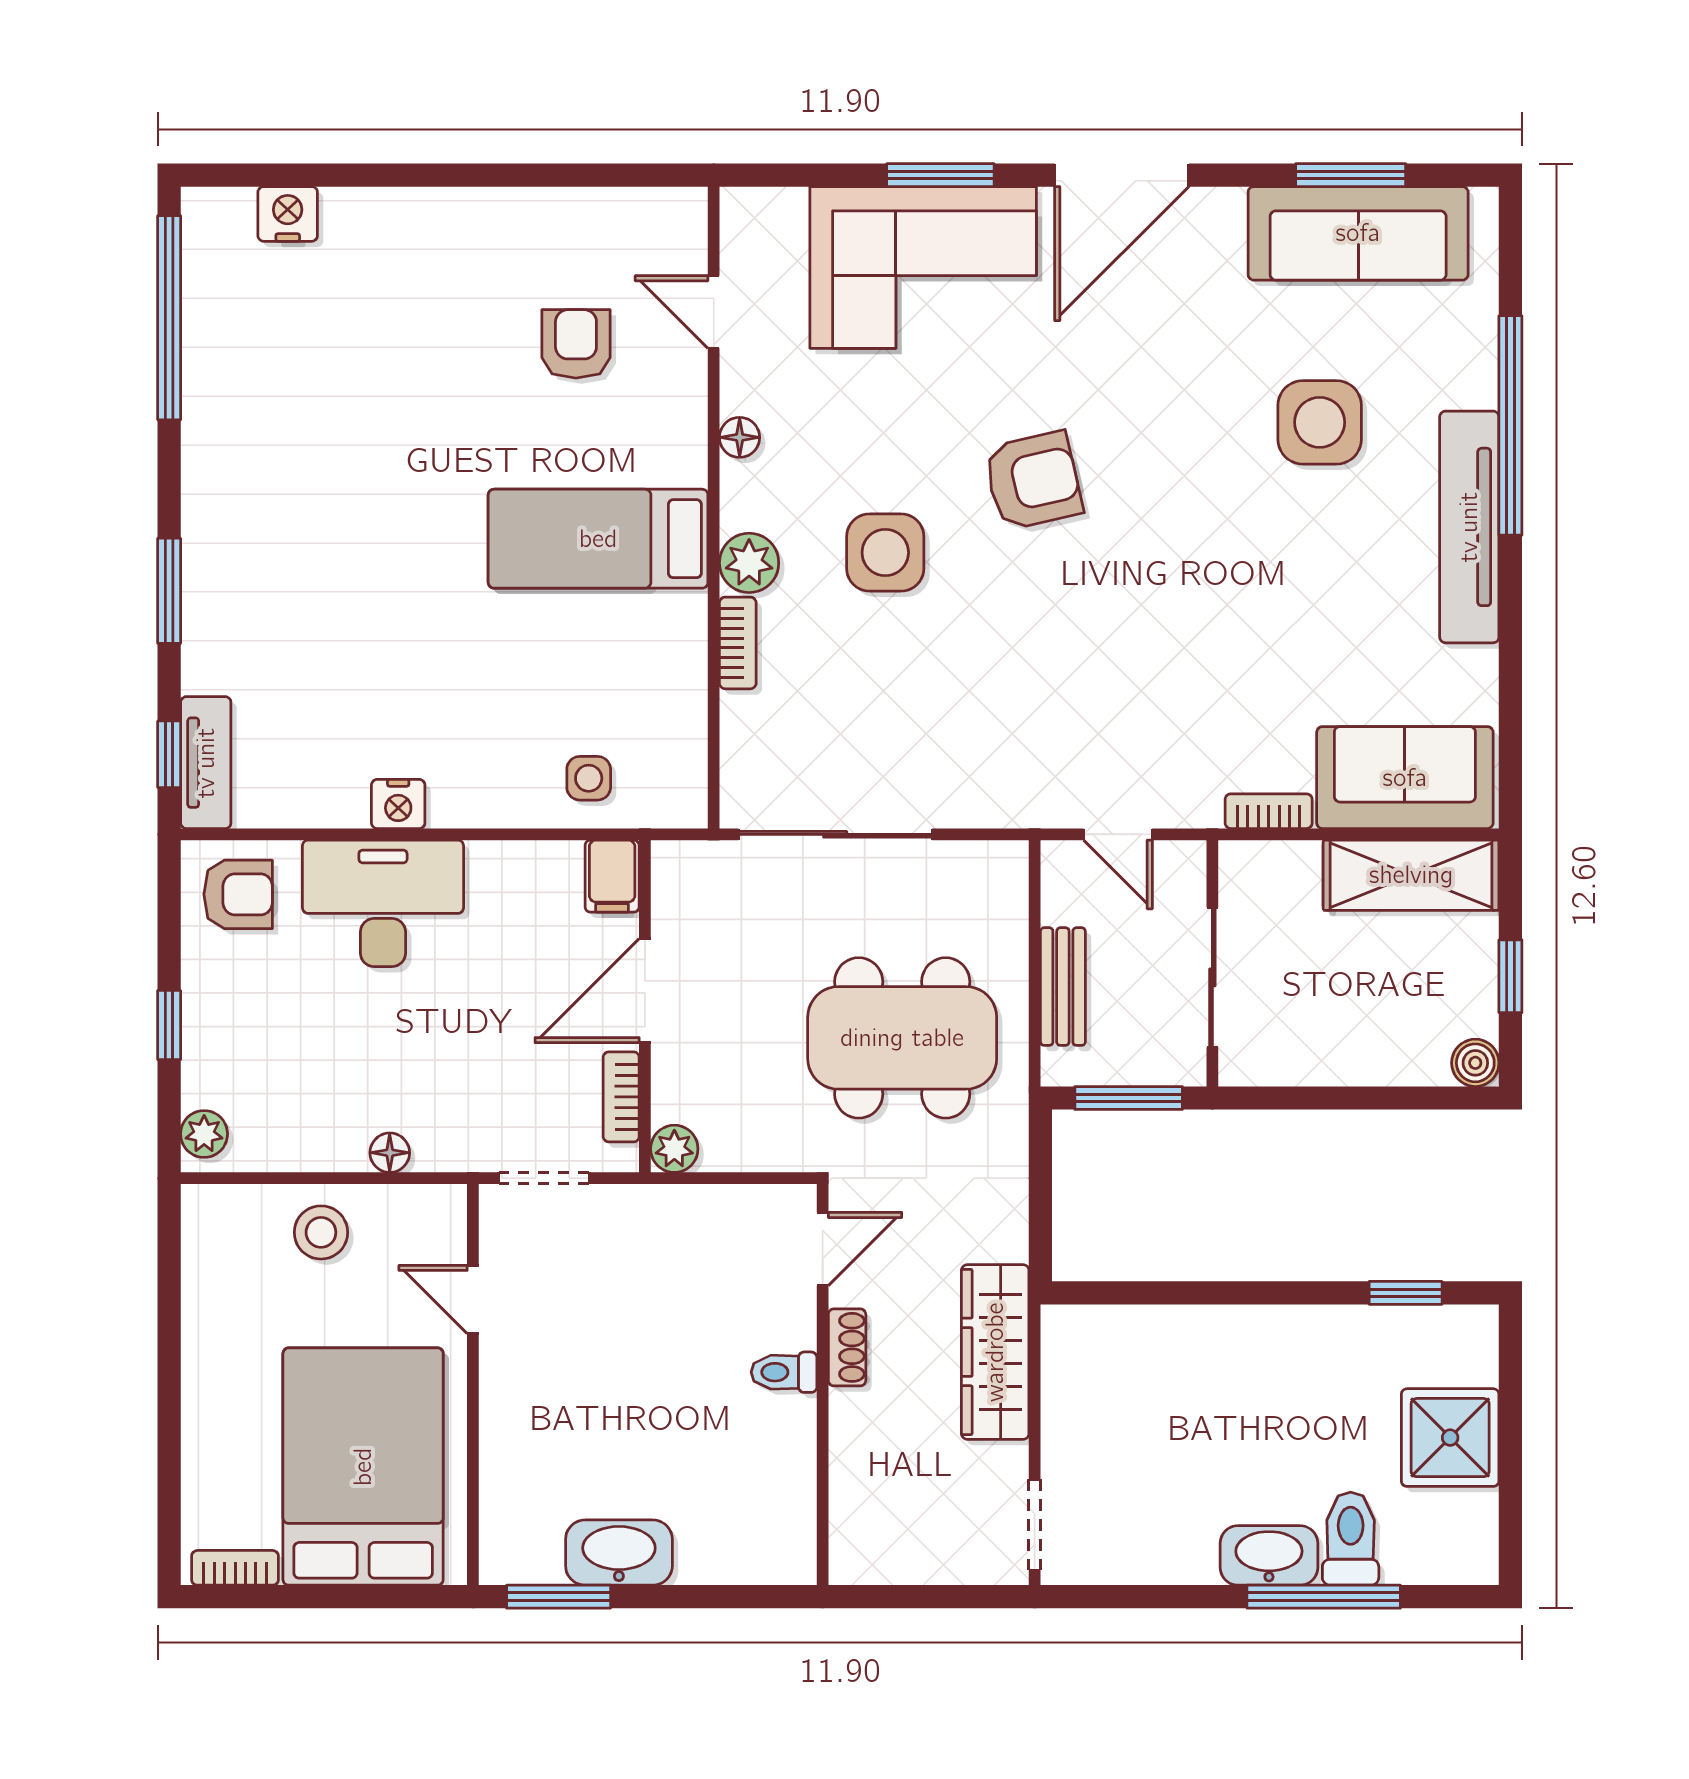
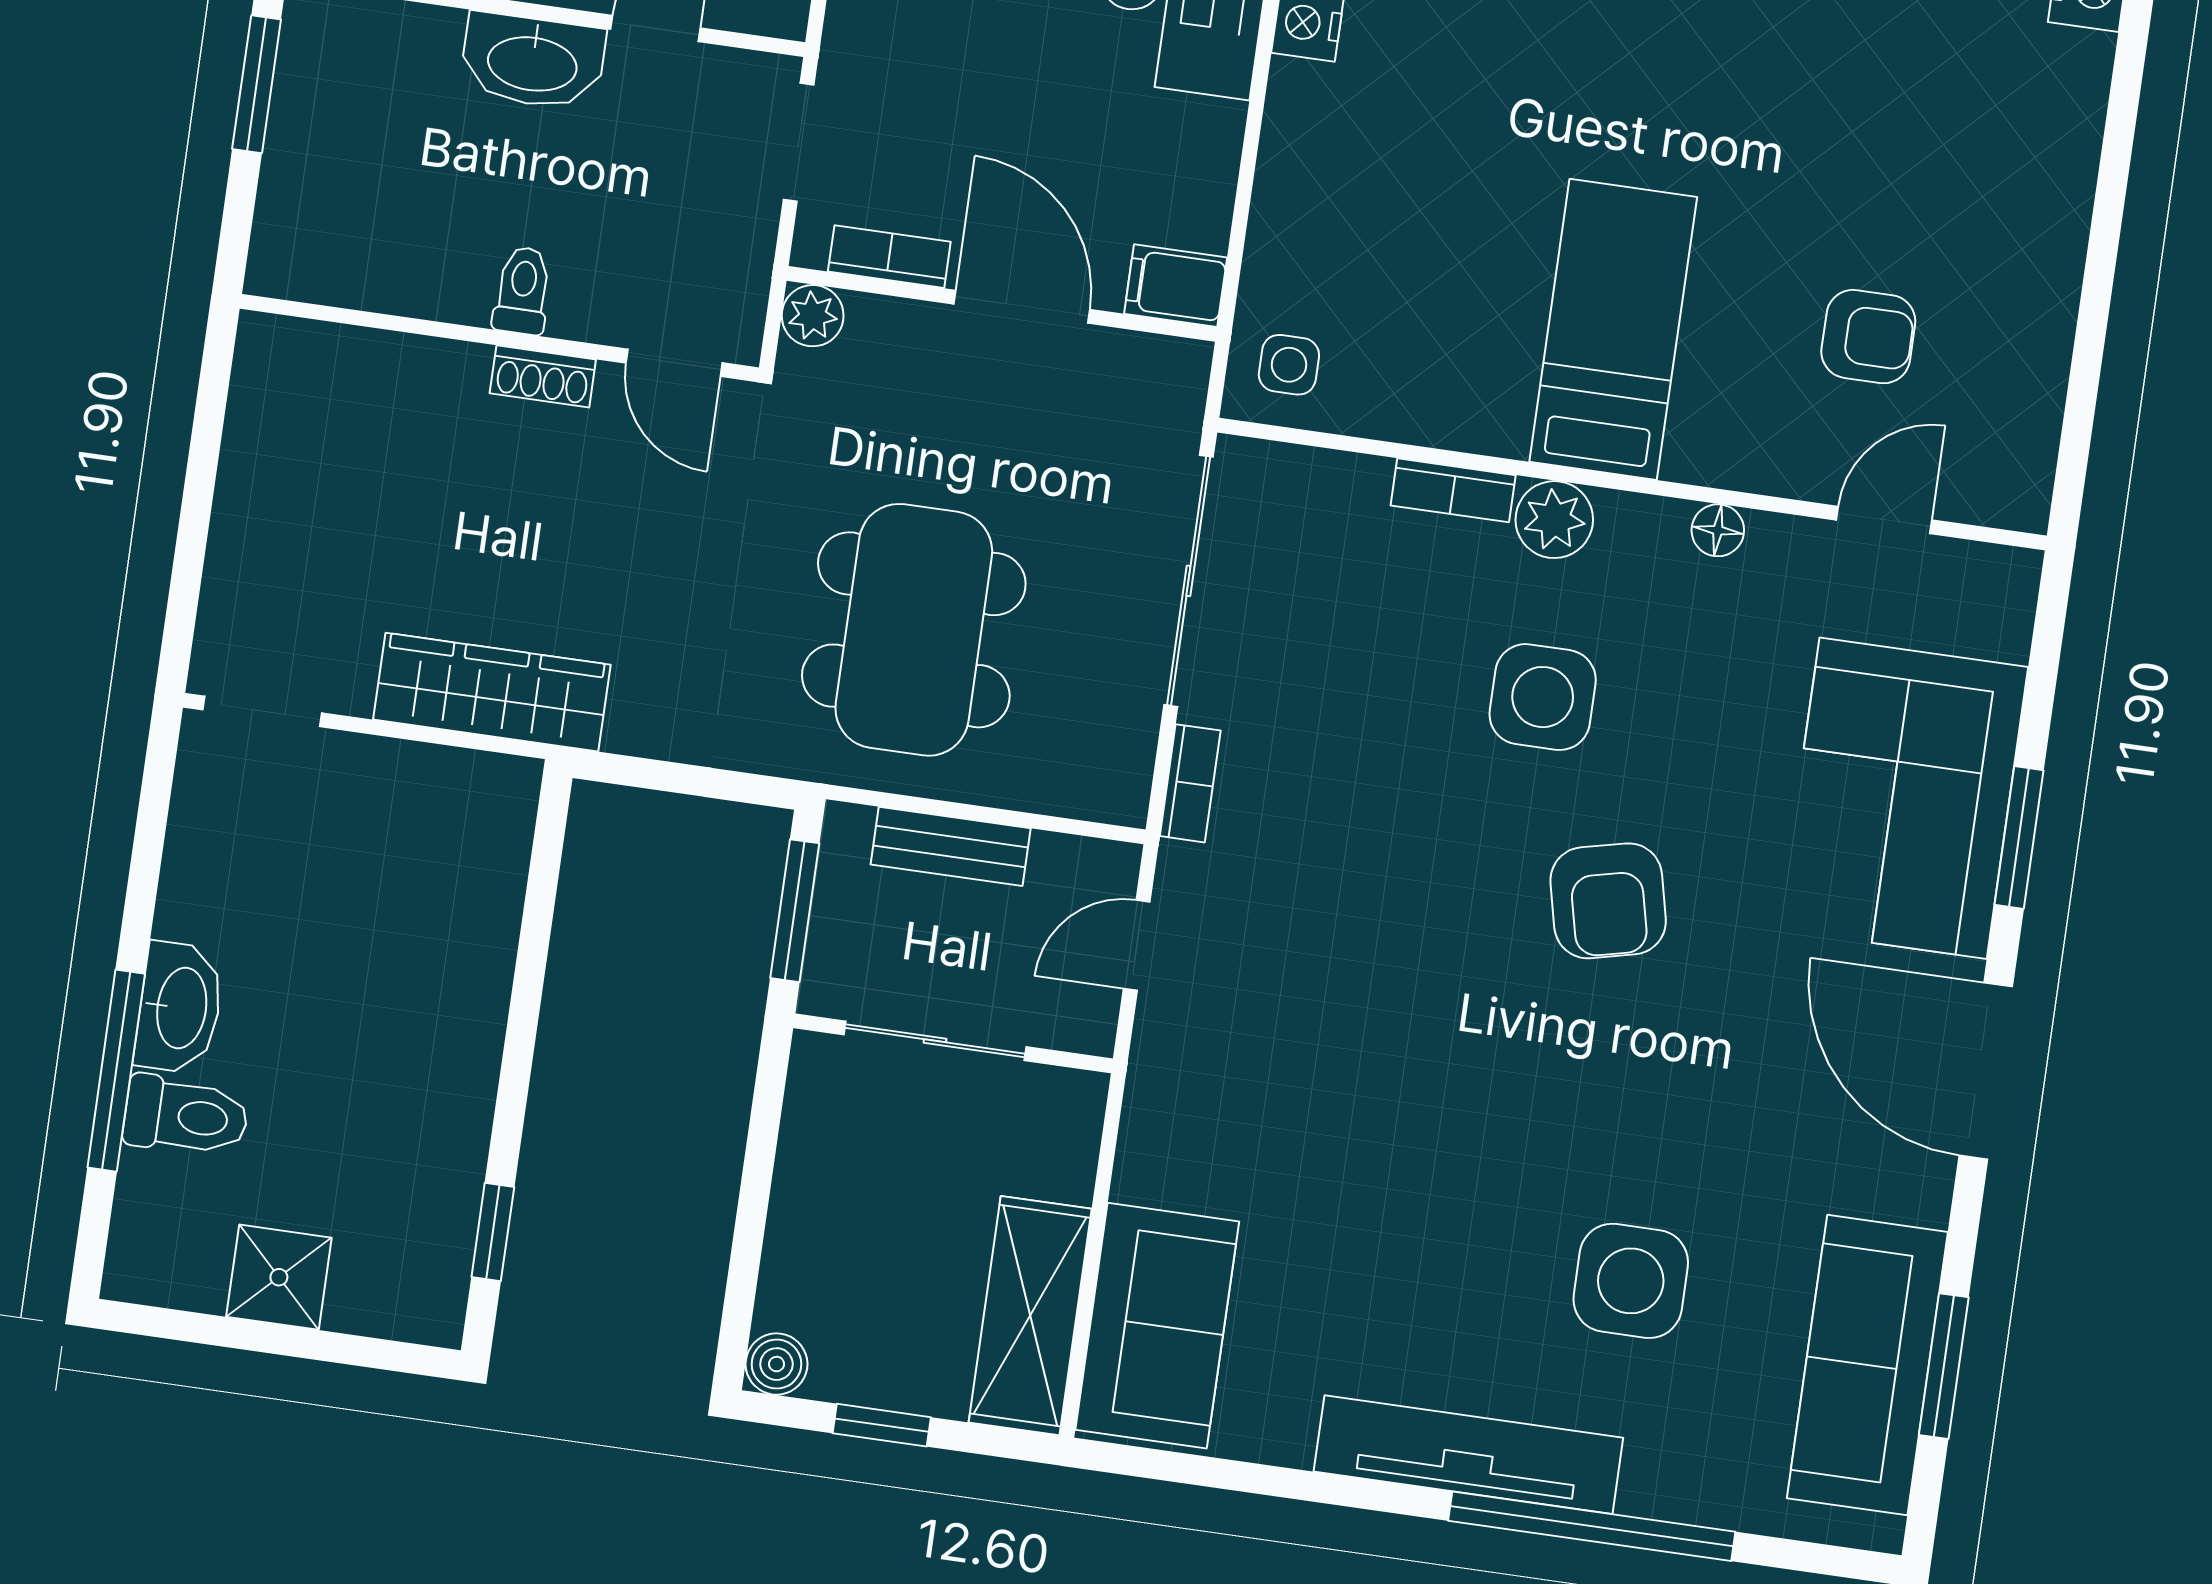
side table: (589, 778) -> (1289, 365), moved
bookcase: (1269, 811) -> (1190, 783), moved
door: (823, 1249) -> (674, 363), moved
shoe rack: (847, 1347) -> (543, 376), moved
toilet: (784, 1372) -> (522, 291), moved
wall: (823, 1385) -> (499, 338), moved
shower: (1450, 1438) -> (279, 1277), width x0.73, depth x0.73
washbasin: (619, 1553) -> (533, 61), moved, turned 90

